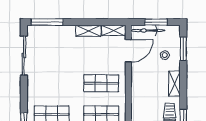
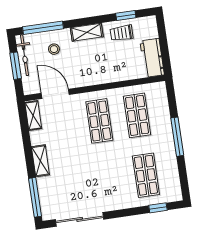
shelving: (88, 31) -> (40, 161), moved
bicycle: (148, 31) -> (24, 55), moved
window: (183, 49) -> (43, 28), width x1.44

